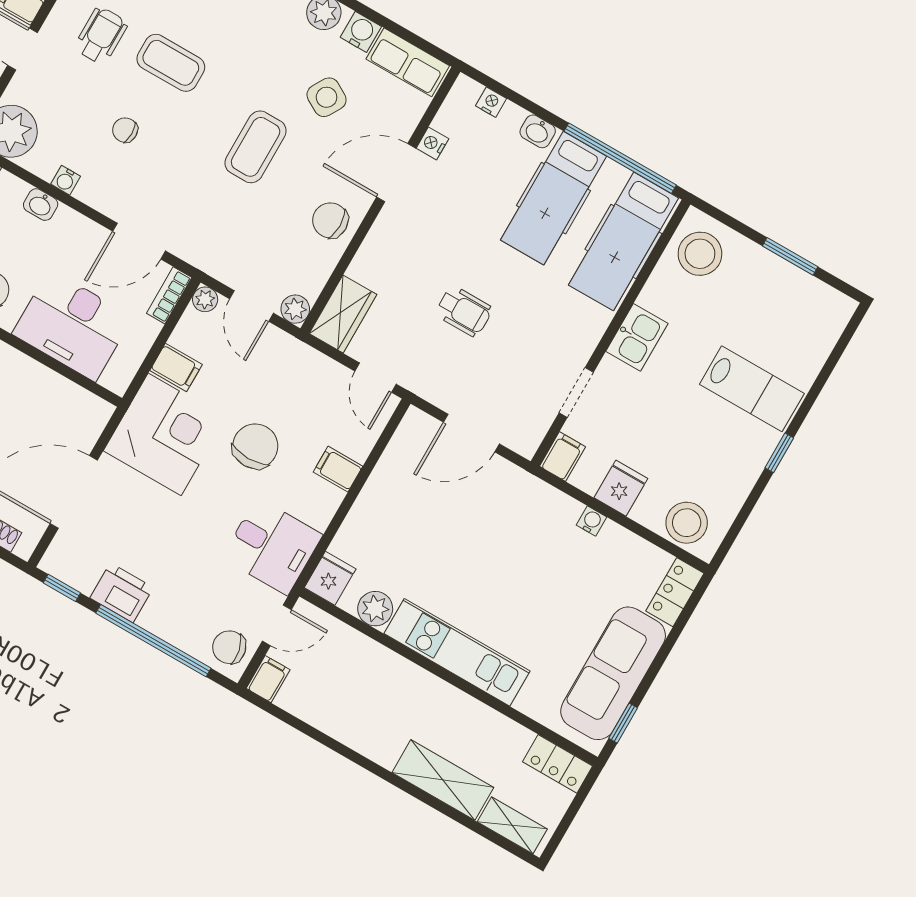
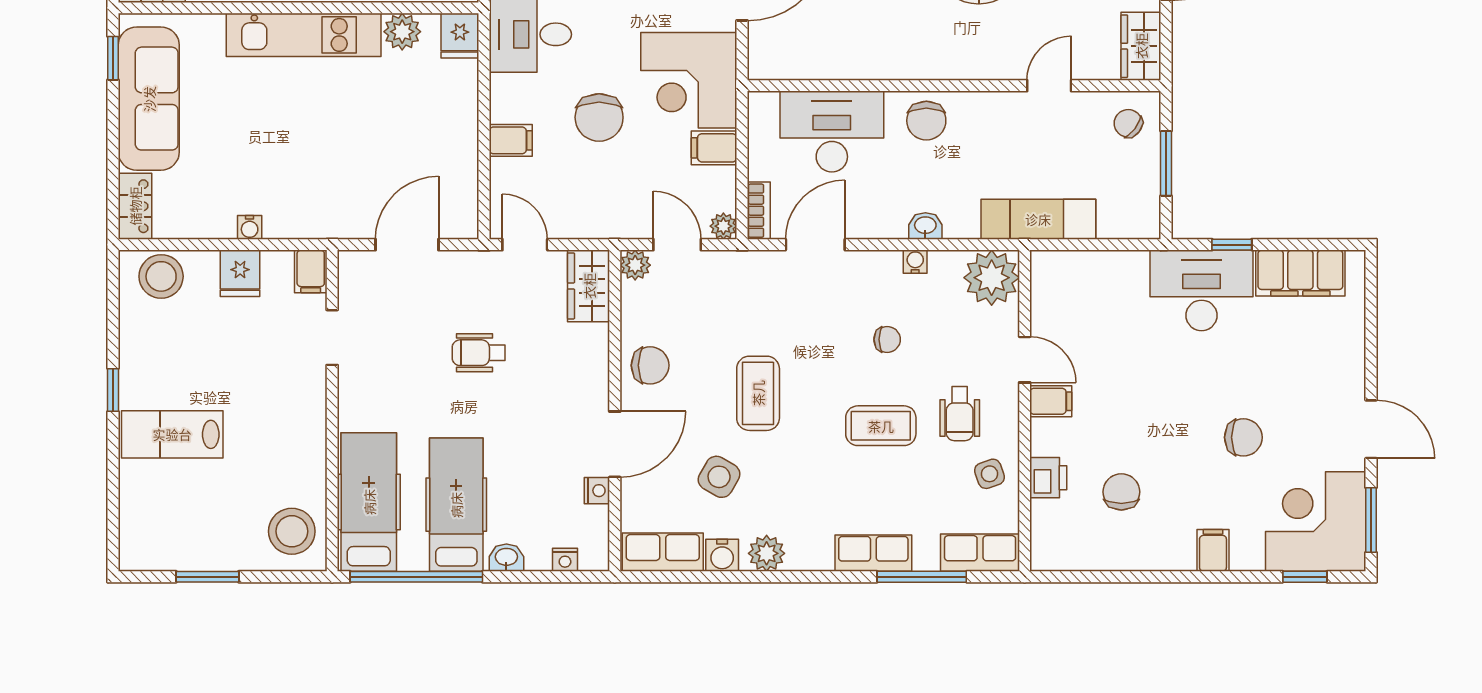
kitchen sink: (637, 337) -> (305, 421), removed

